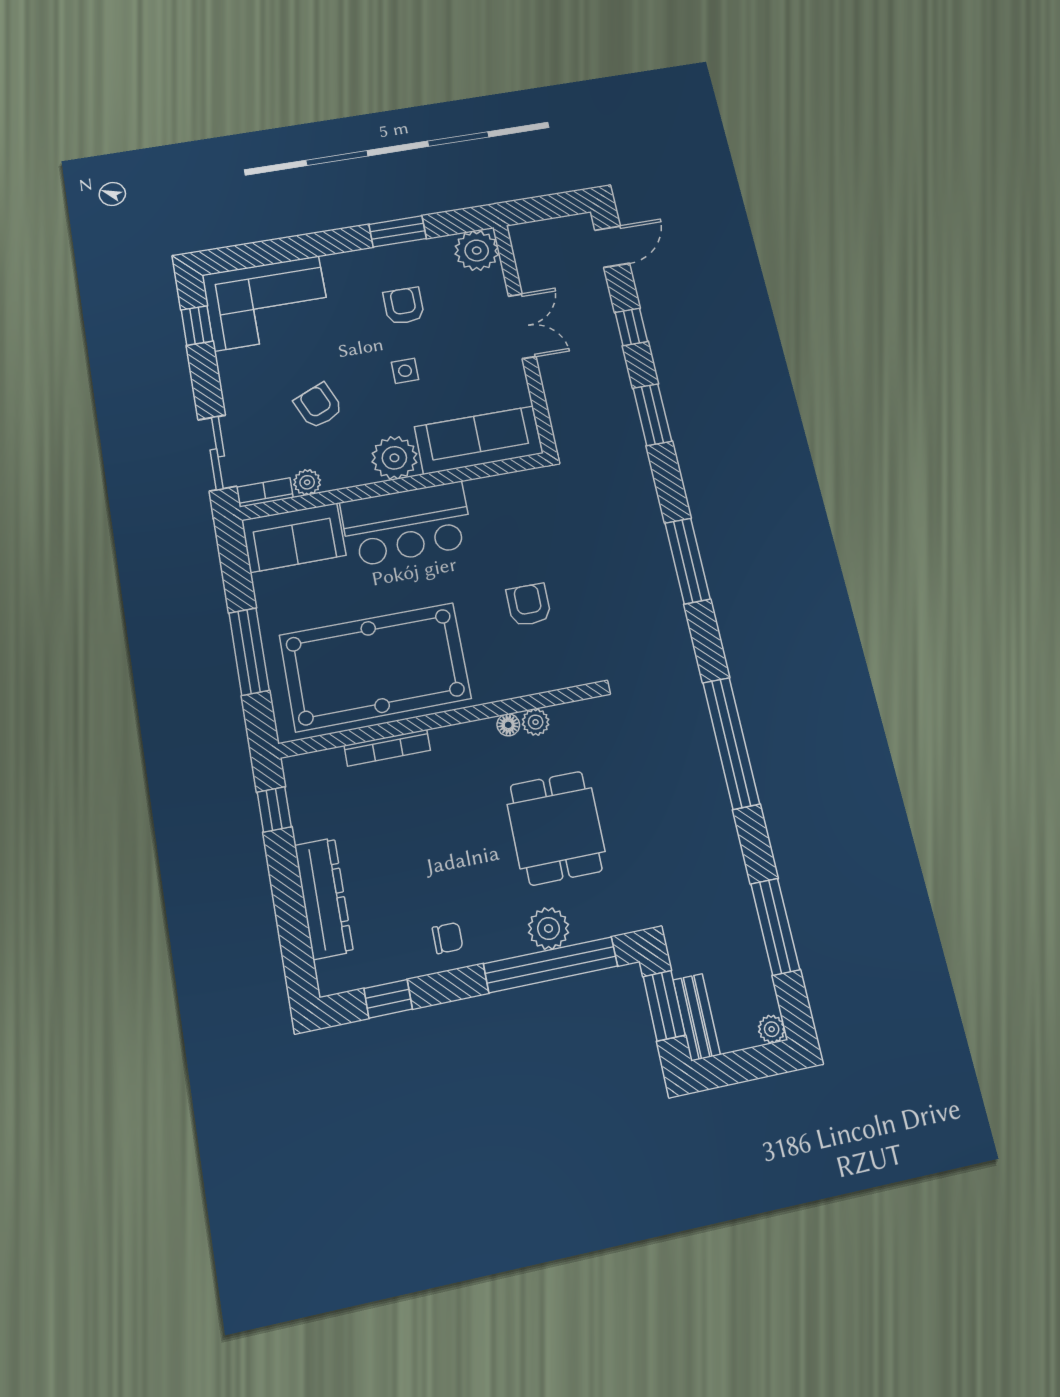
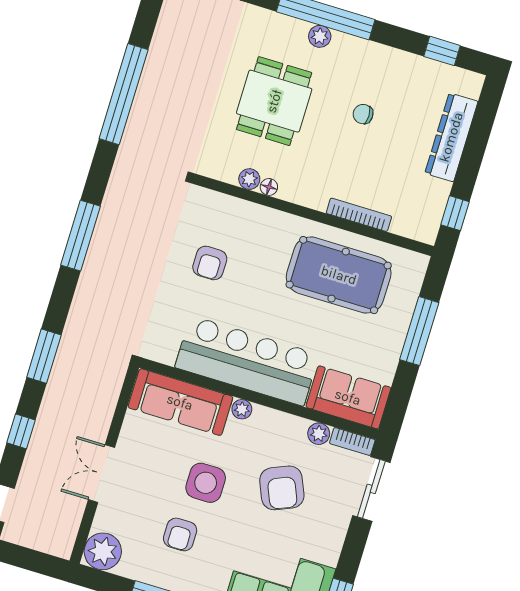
side table: (405, 371) -> (206, 483), width x1.87, depth x1.87
armchair: (318, 406) -> (282, 488), width x1.38, depth x1.38
plant: (394, 458) -> (242, 409), width x0.53, depth x0.53
bar counter: (407, 524) -> (247, 361), width x1.36
pool table: (375, 667) -> (339, 275), width x0.73, depth x0.76
plant: (549, 928) -> (320, 36), width x0.73, depth x0.73
chair: (448, 938) -> (363, 114), moved

